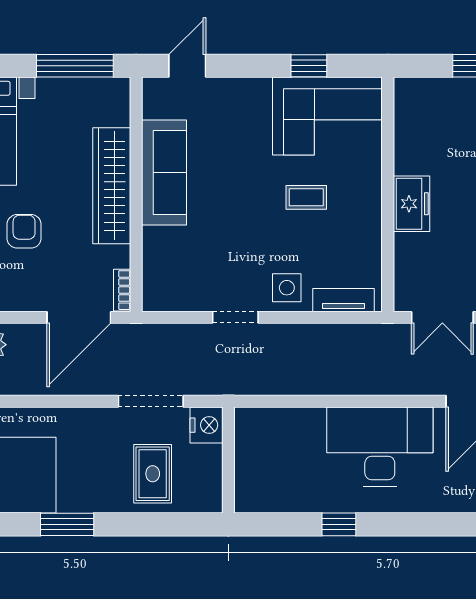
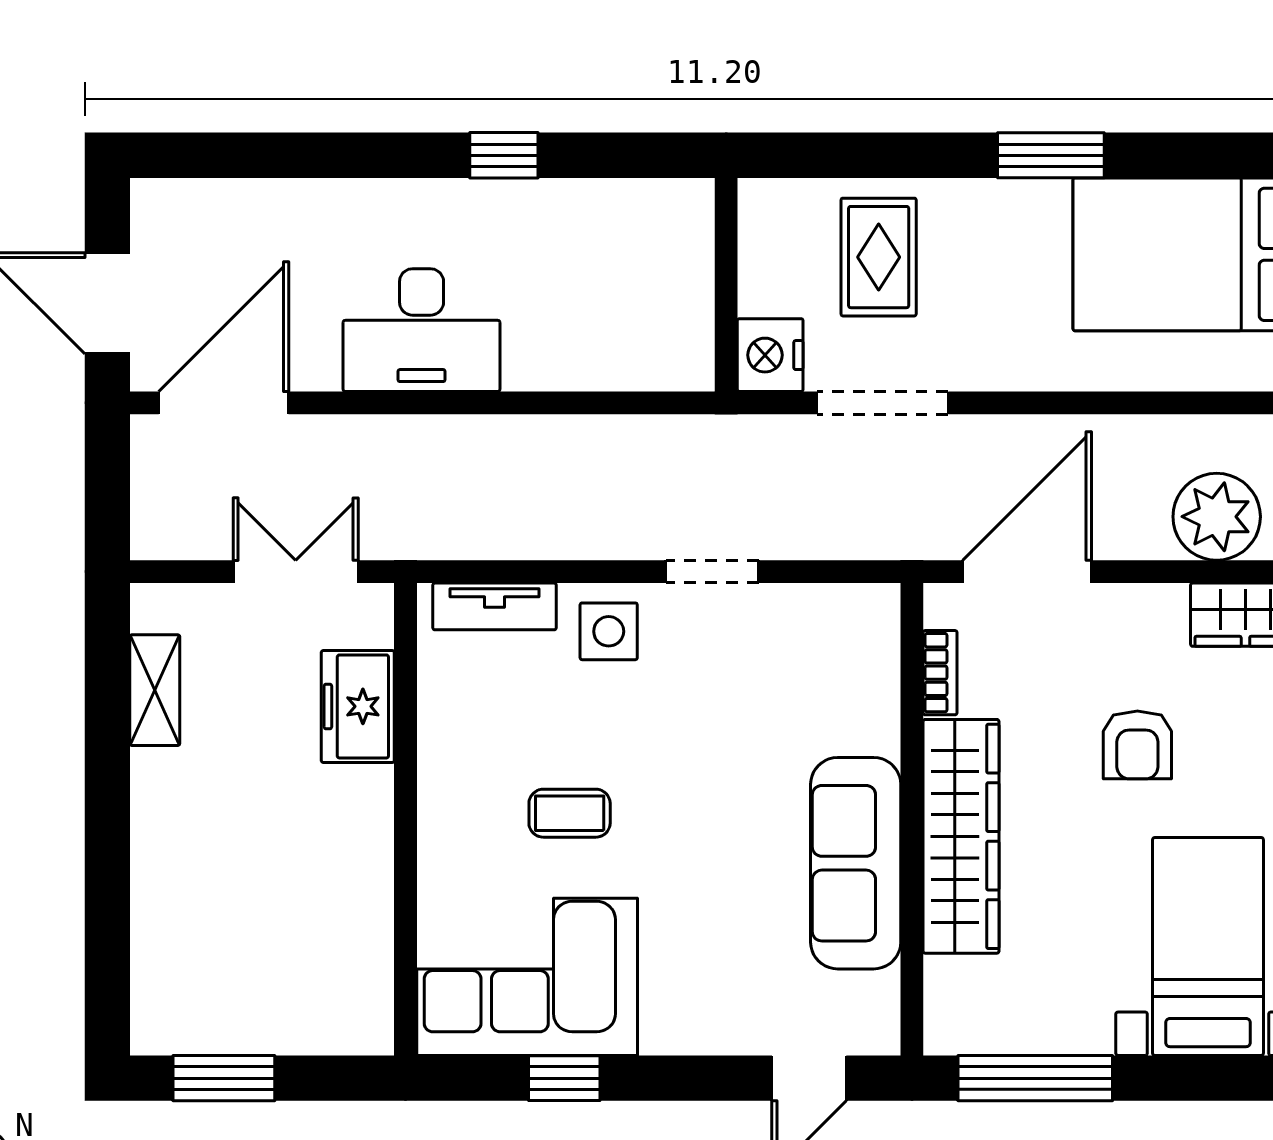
freezer: (412, 204) -> (358, 706), moved
bookcase: (122, 290) -> (940, 673), moved
desk: (380, 447) -> (422, 330), width x0.73, depth x0.77

